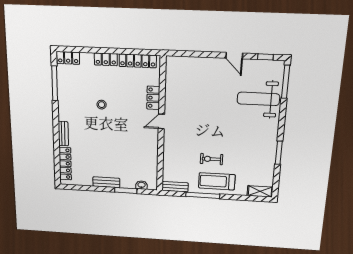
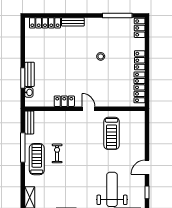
treadmill: (191, 96) -> (112, 133), added
locker: (153, 98) -> (64, 101), moved
bench: (106, 182) -> (30, 74), moved

